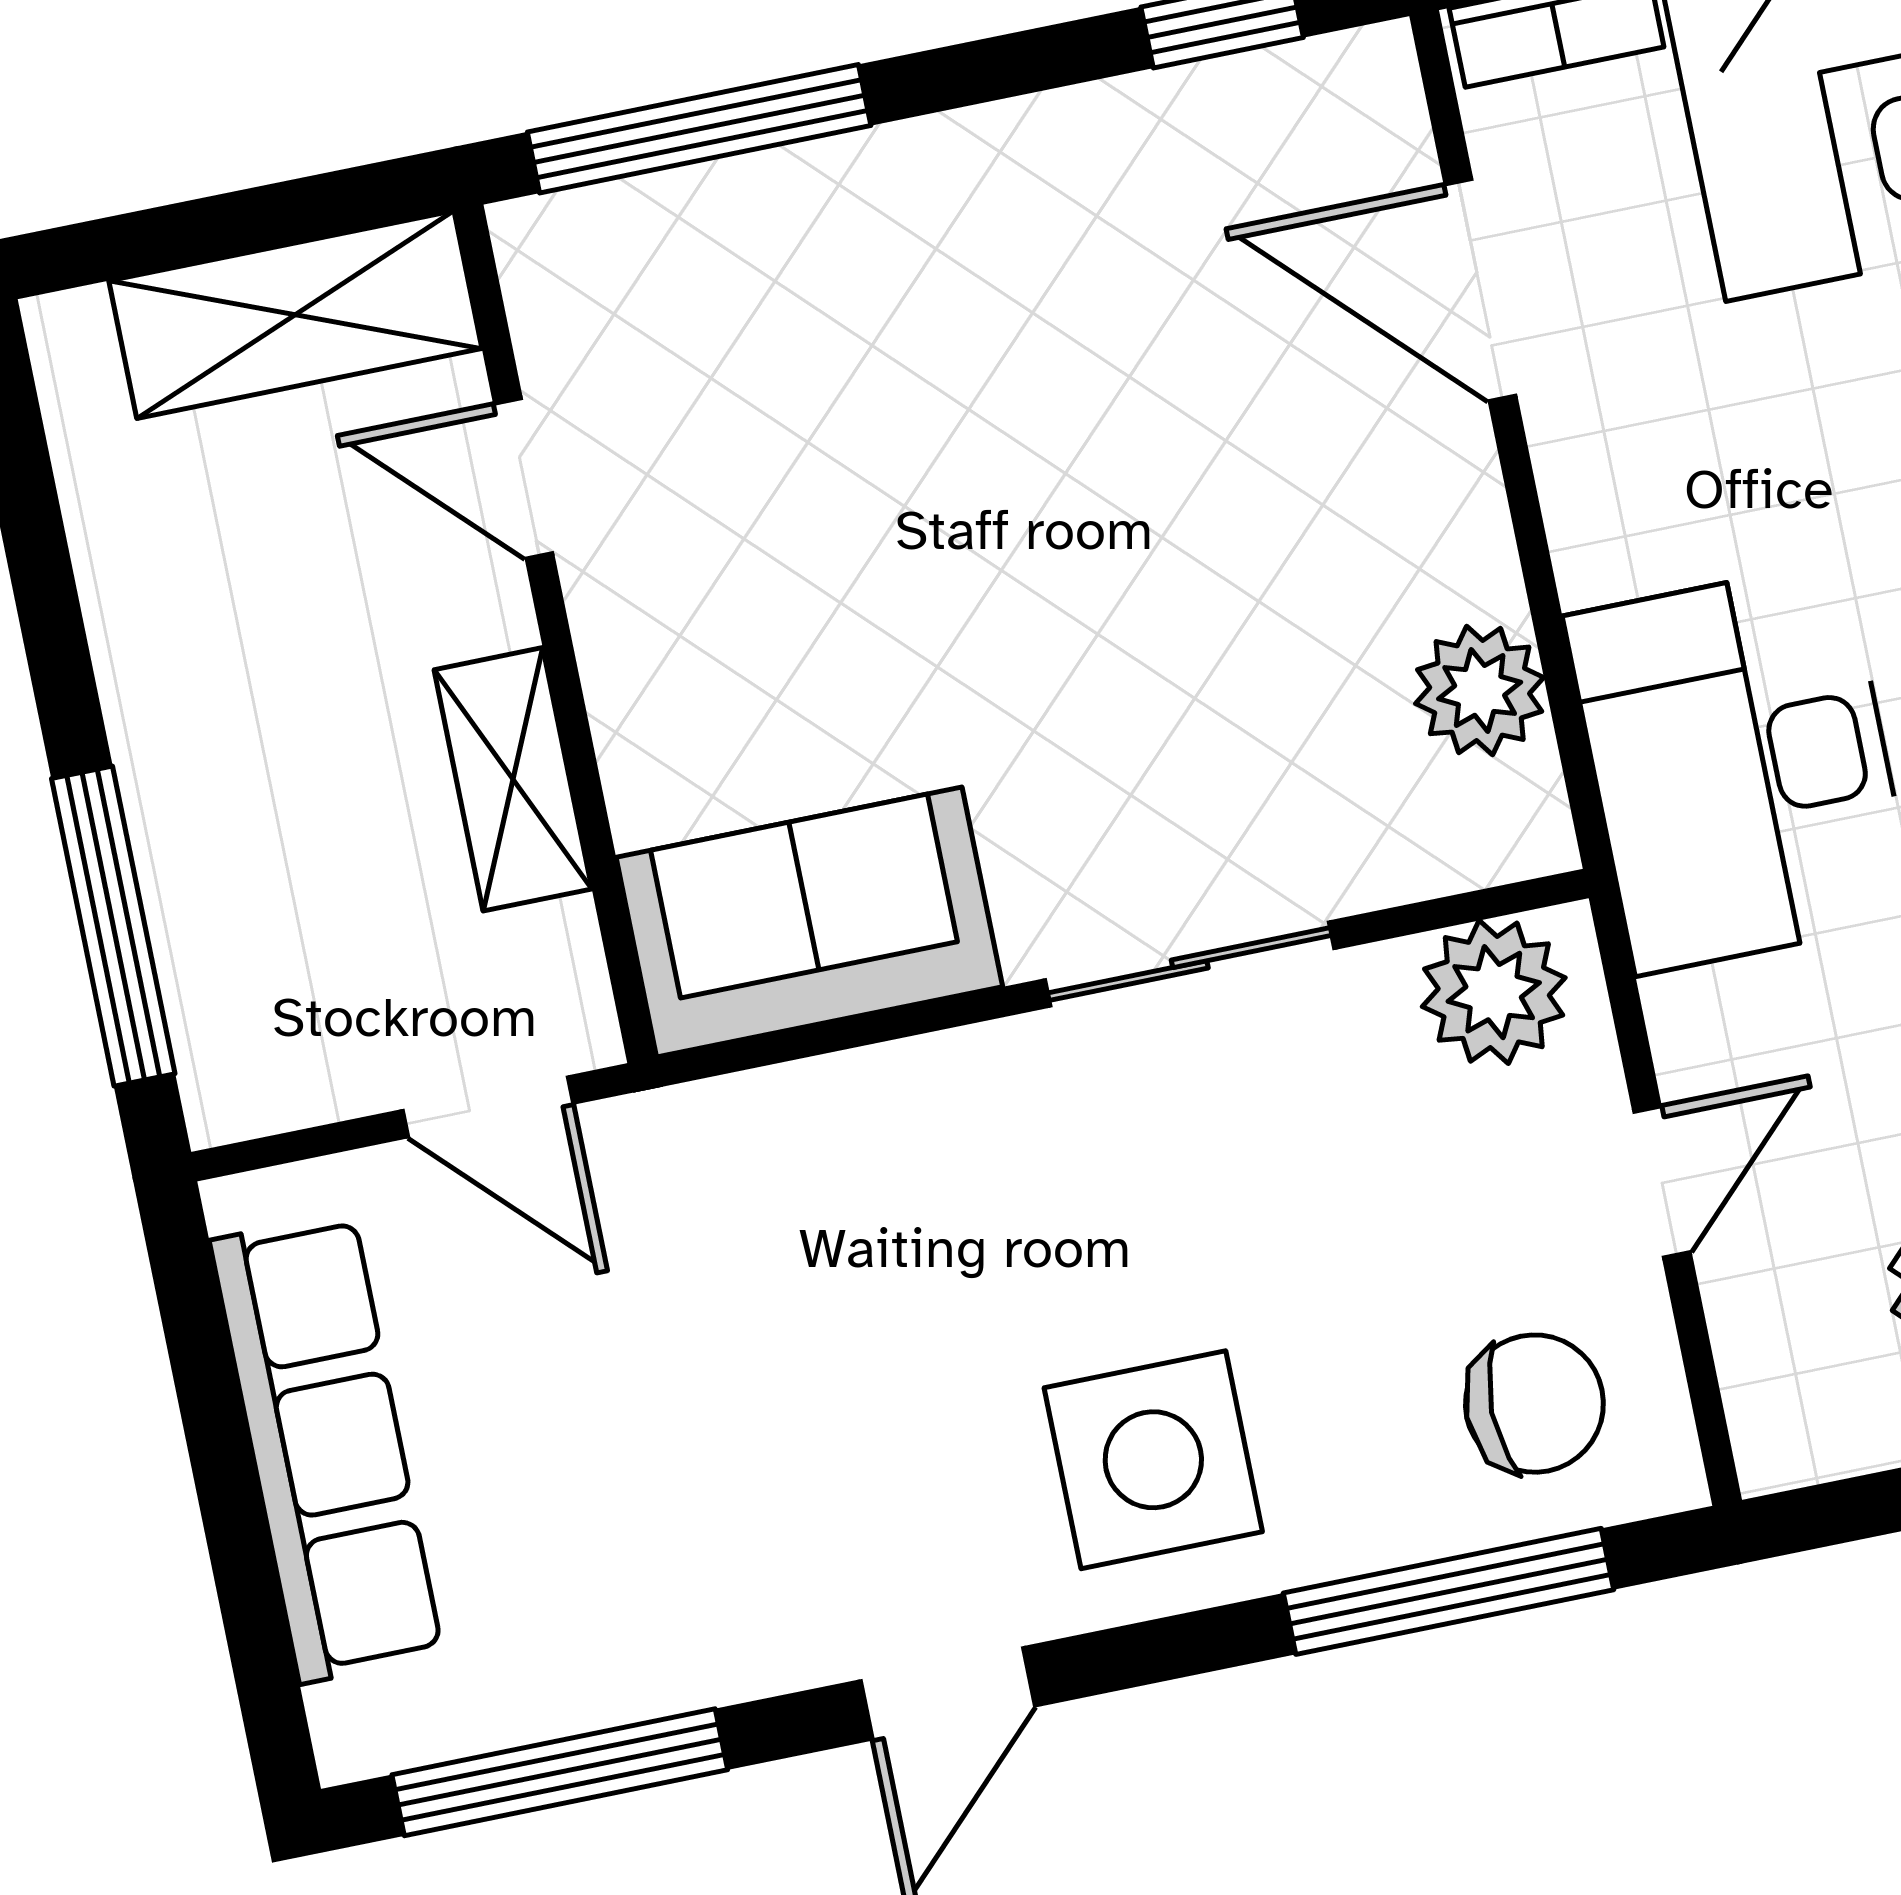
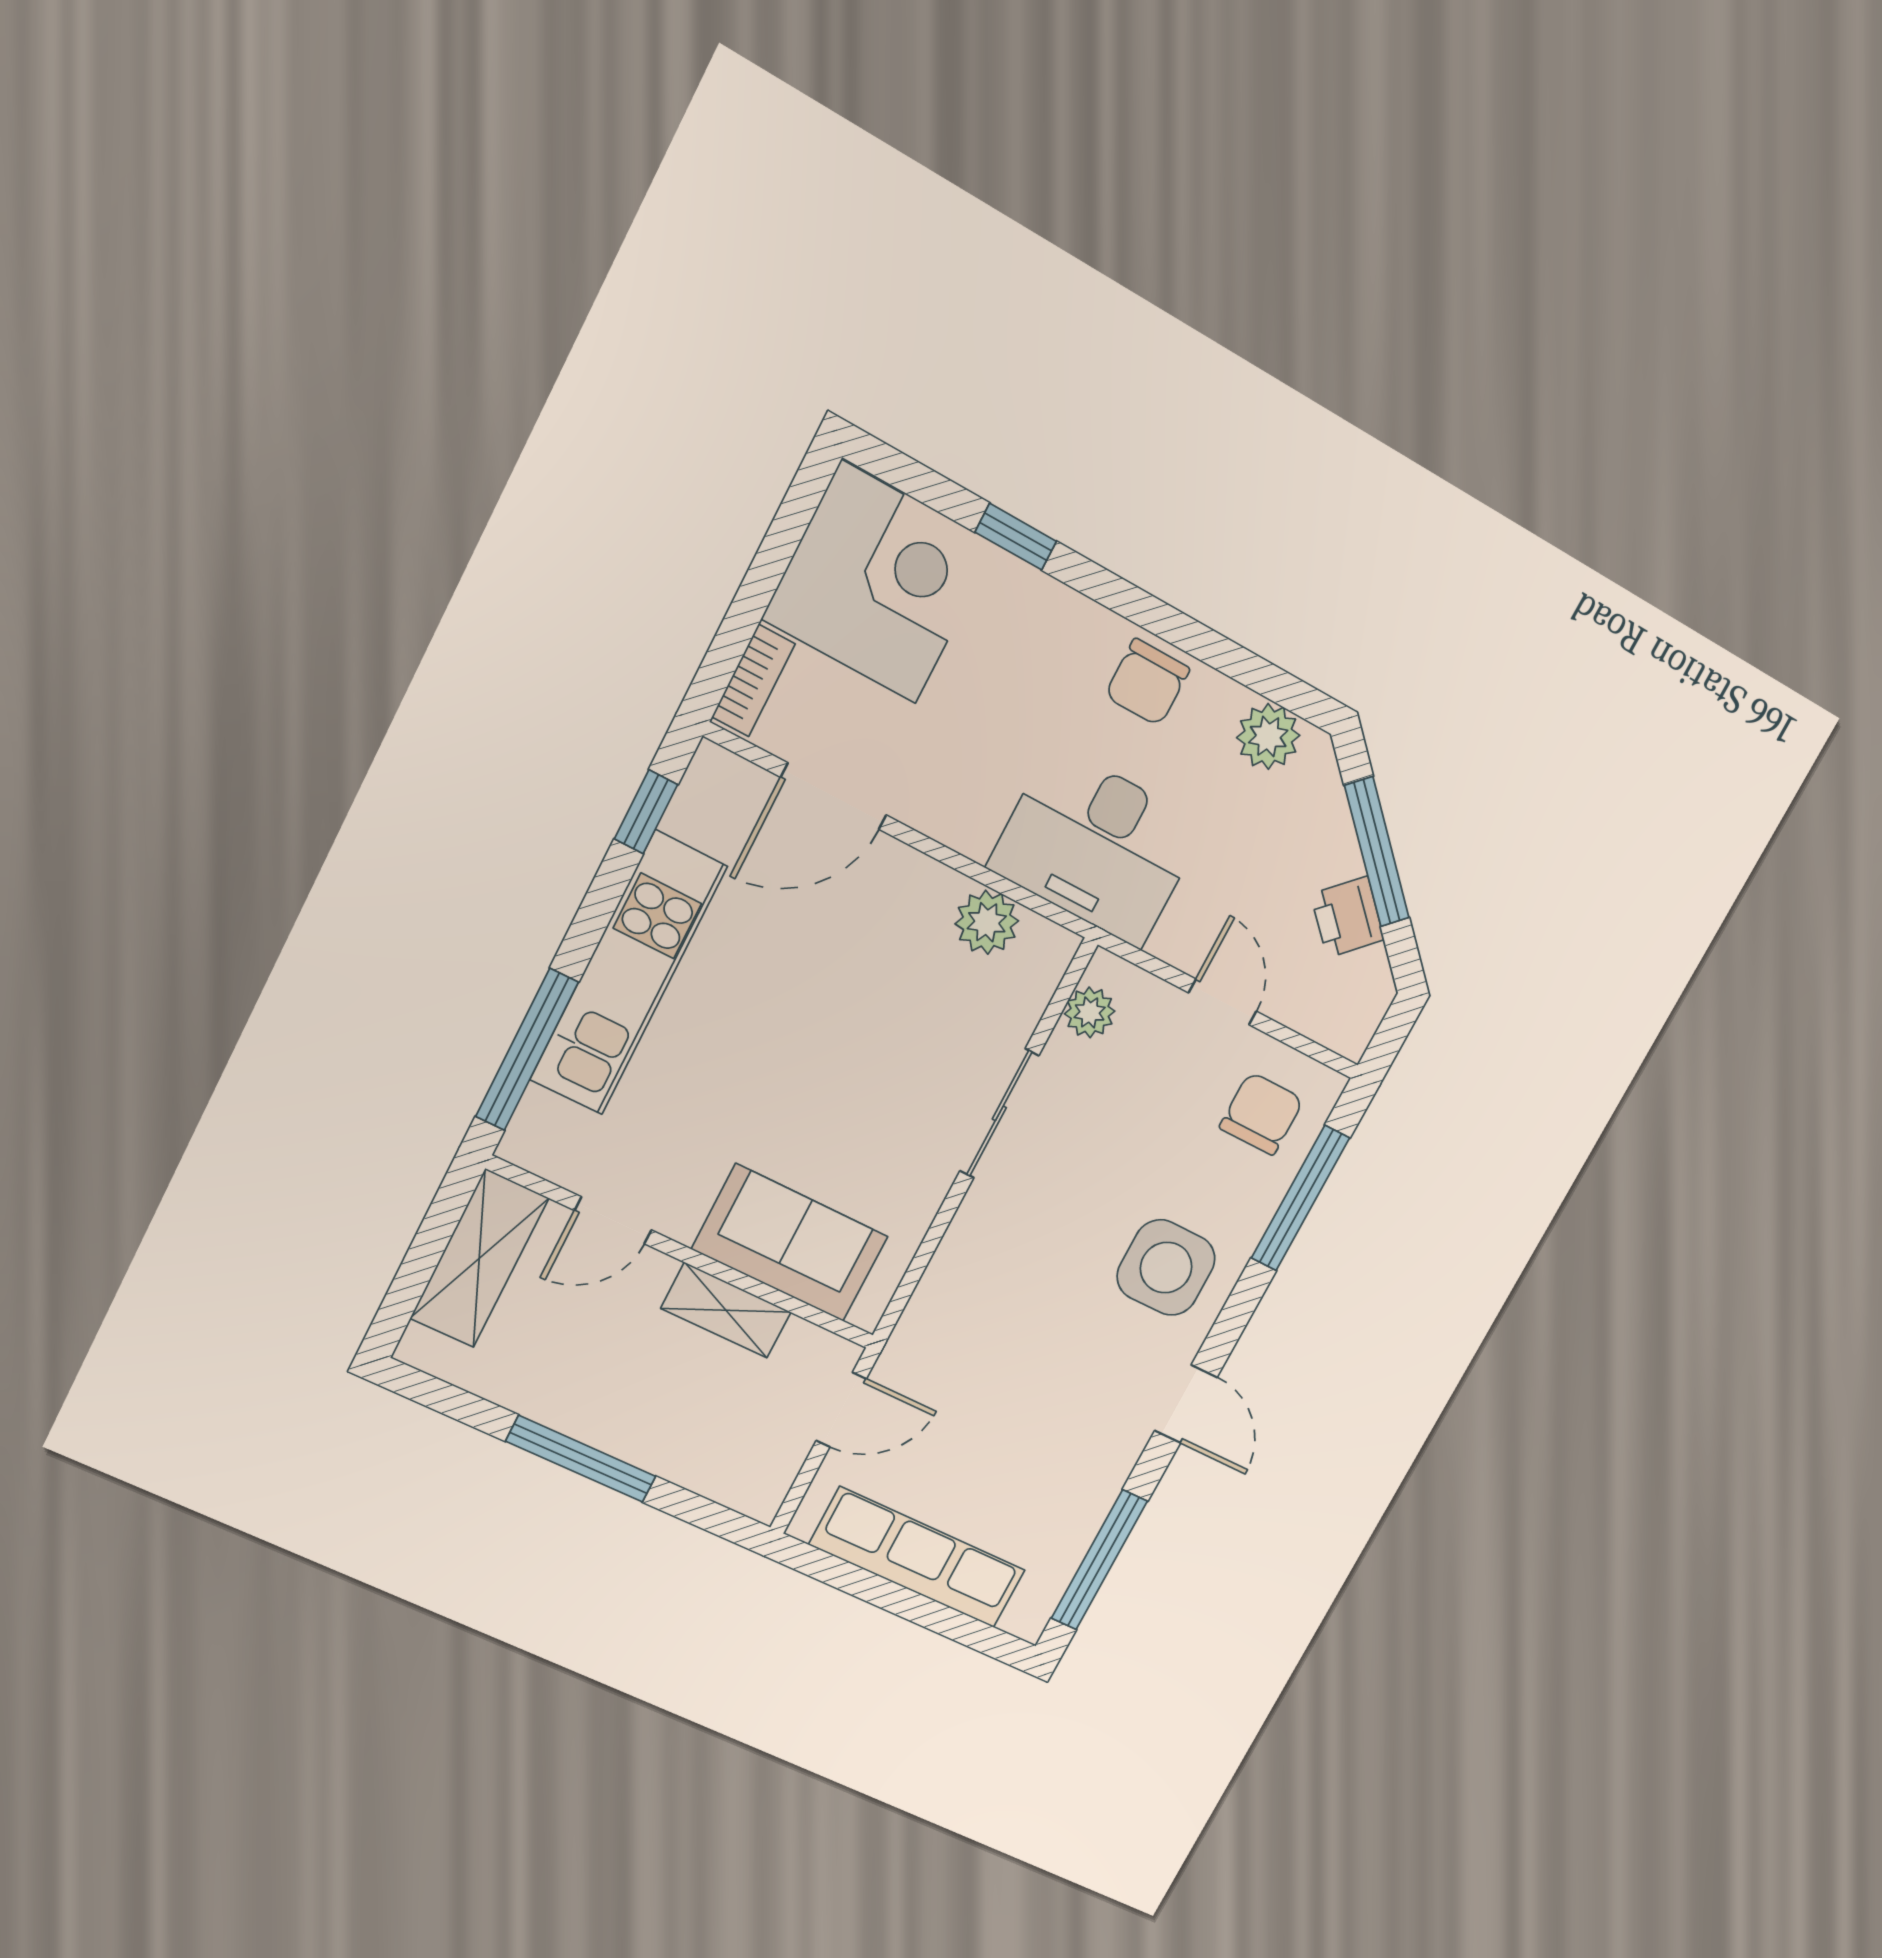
kitchen unit: (946, 192) -> (628, 973), added
sofa: (809, 922) -> (790, 1243), moved, turned 90
window: (113, 926) -> (581, 1459), moved
plant: (1494, 992) -> (1090, 1012), width x0.73, depth x0.73

